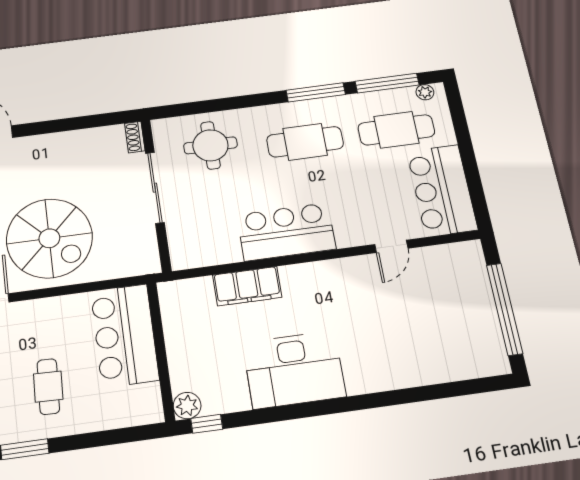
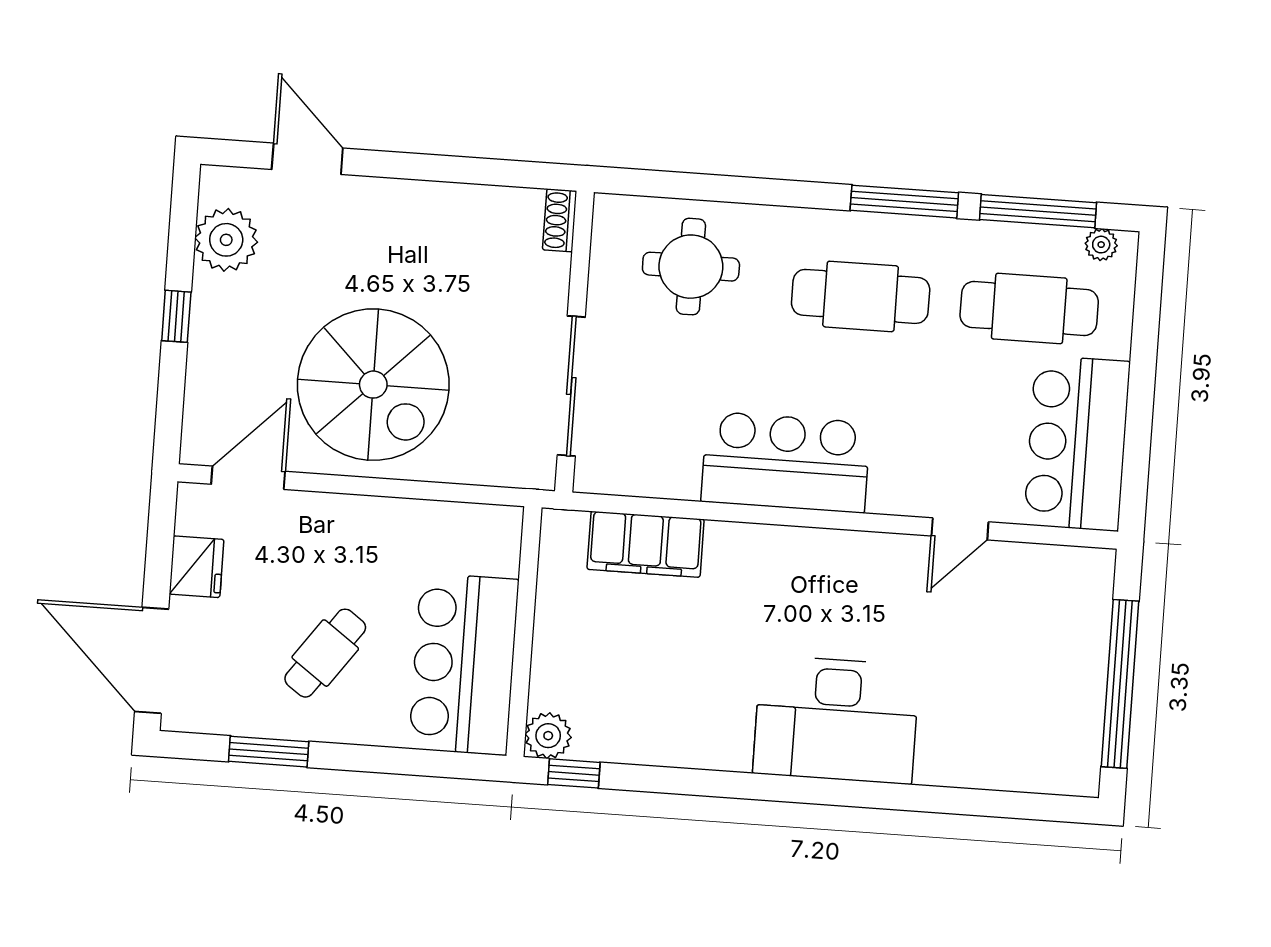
sliding door: (155, 188) -> (571, 386), moved
filing cabinet: (247, 286) -> (646, 544), moved
bar counter: (125, 335) -> (464, 664), moved
desk: (294, 370) -> (836, 720), moved
cafe table: (48, 387) -> (325, 653), turned 34

